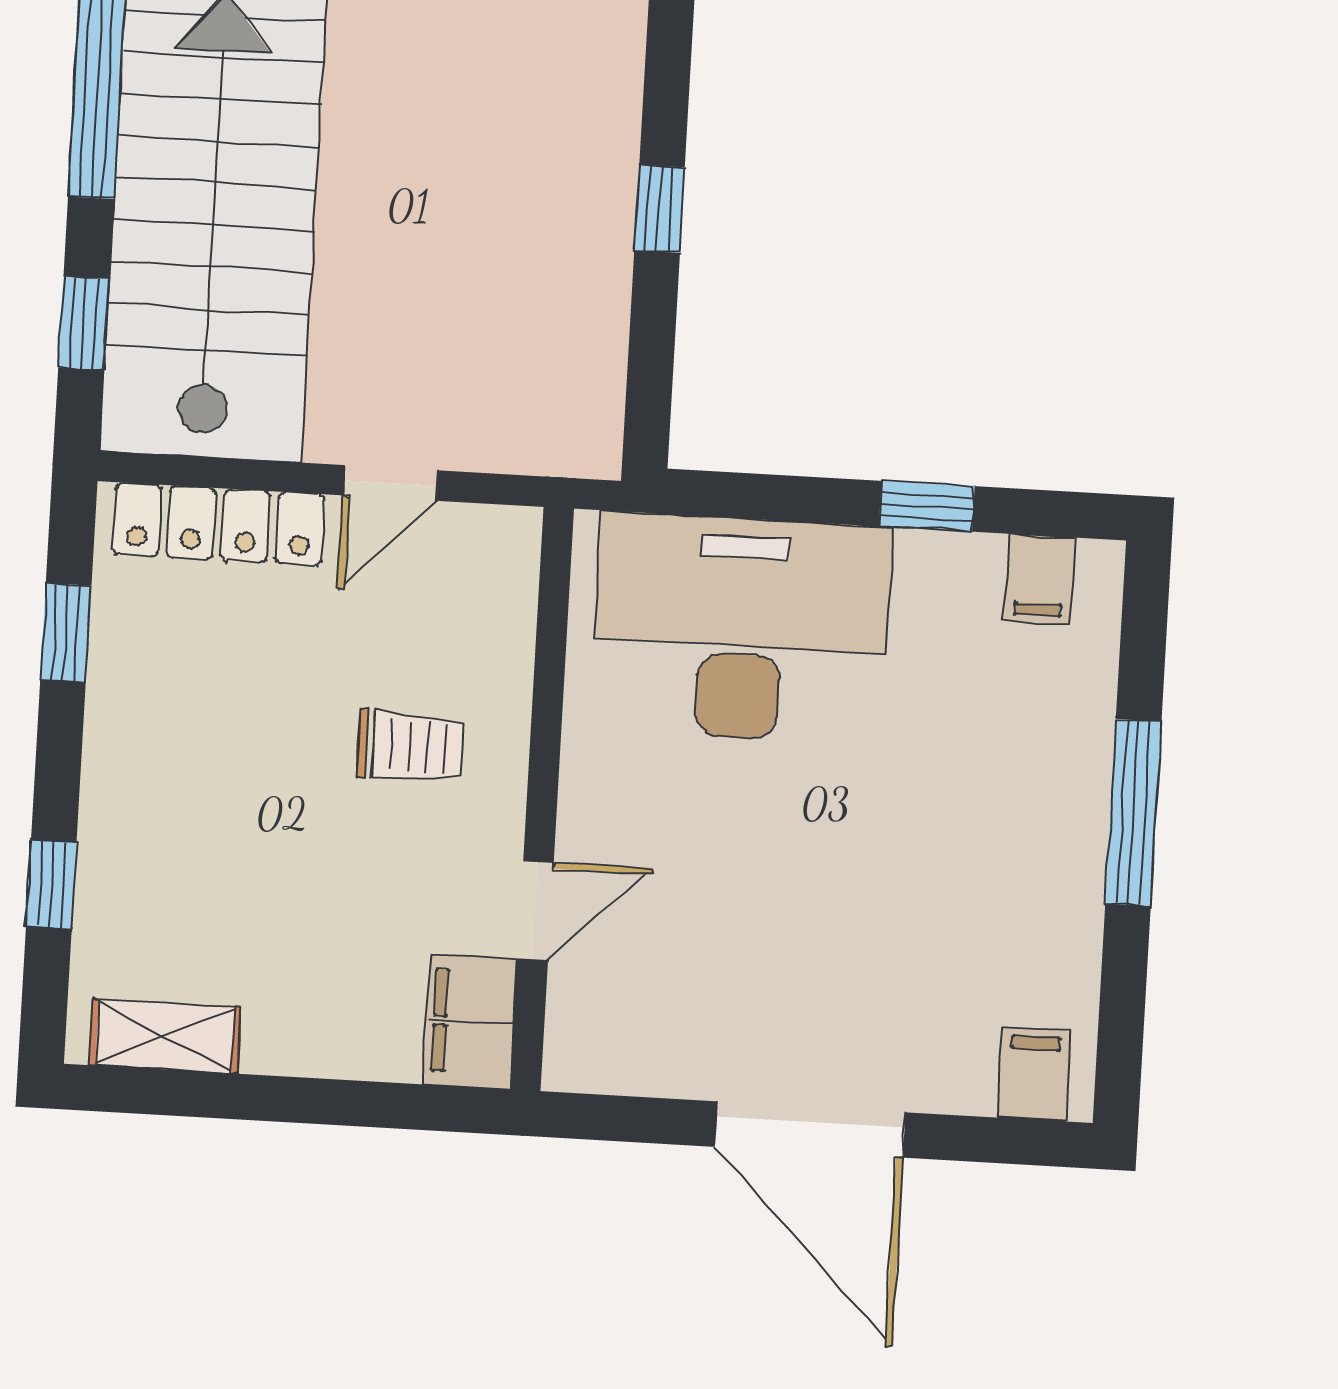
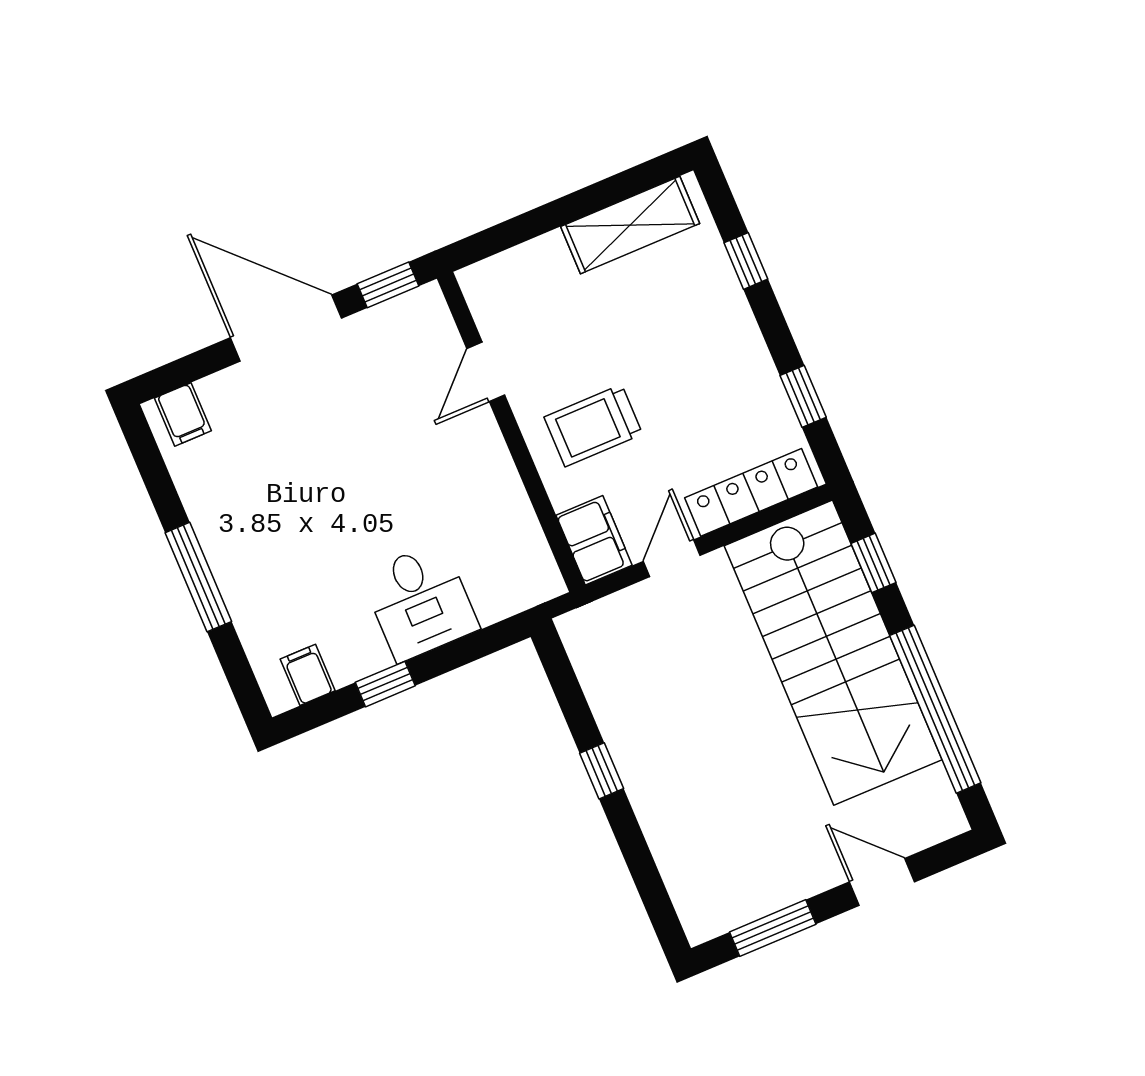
desk: (741, 628) -> (420, 602), width x0.53, depth x0.77
trolley: (411, 746) -> (593, 426), width x1.36, depth x1.39
filing cabinet: (470, 1022) -> (594, 540), moved
shelving: (165, 1036) -> (630, 225), width x1.50, depth x1.33
window: (620, 1119) -> (388, 285), added

